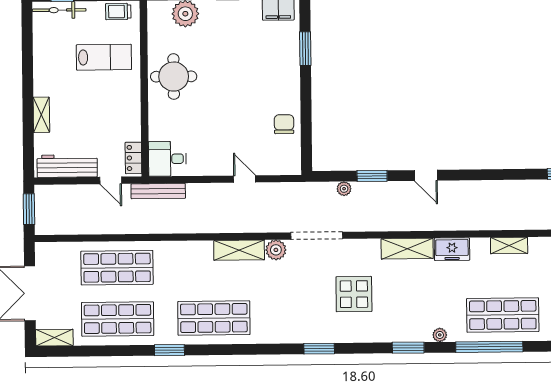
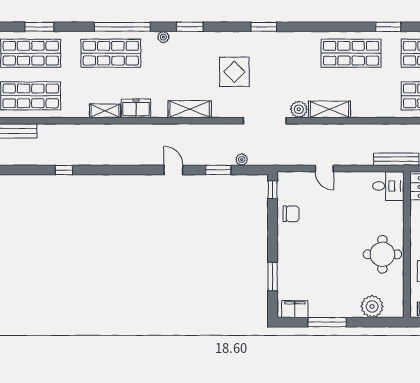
chair: (284, 124) -> (291, 214), turned -90
window: (306, 153) -> (273, 190), added
freezer: (452, 249) -> (136, 108), moved

